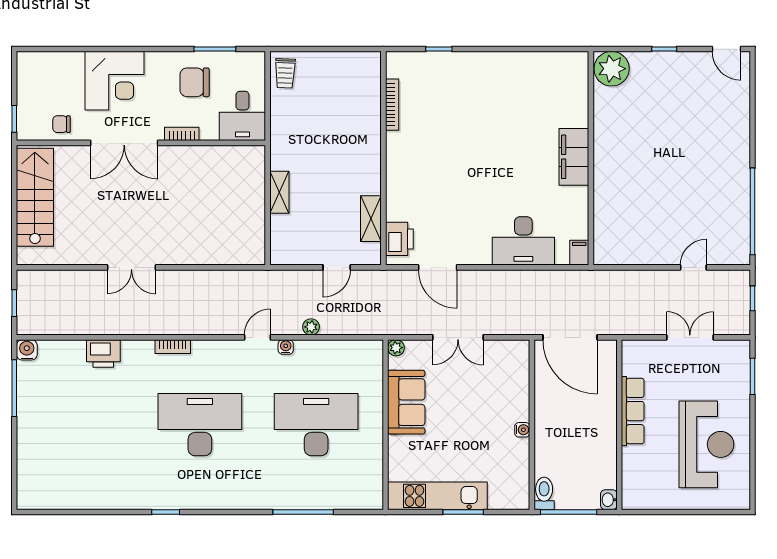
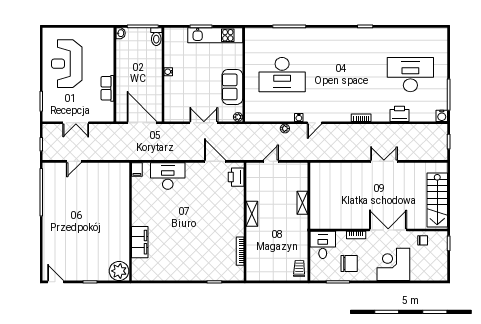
filing cabinet: (574, 157) -> (140, 242), moved
shelving: (371, 219) -> (252, 214), moved
row of seats: (633, 411) -> (107, 88), width x0.68
desk: (200, 425) -> (410, 75), moved, turned 180

